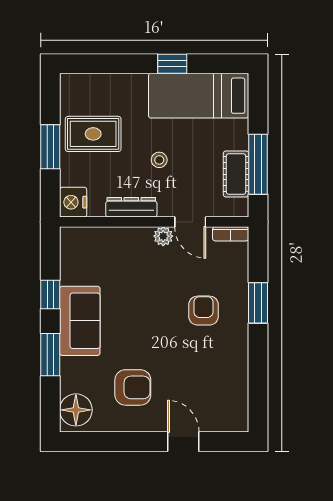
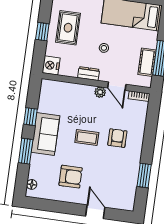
rug: (93, 134) -> (68, 28), turned 90
window: (50, 147) -> (42, 32), width x0.67
dresser: (131, 207) -> (89, 74), width x0.70
window: (258, 303) -> (144, 176), moved
coffee table: (151, 317) -> (87, 138), added
floor lamp: (76, 410) -> (32, 184), width x0.53, depth x0.53

